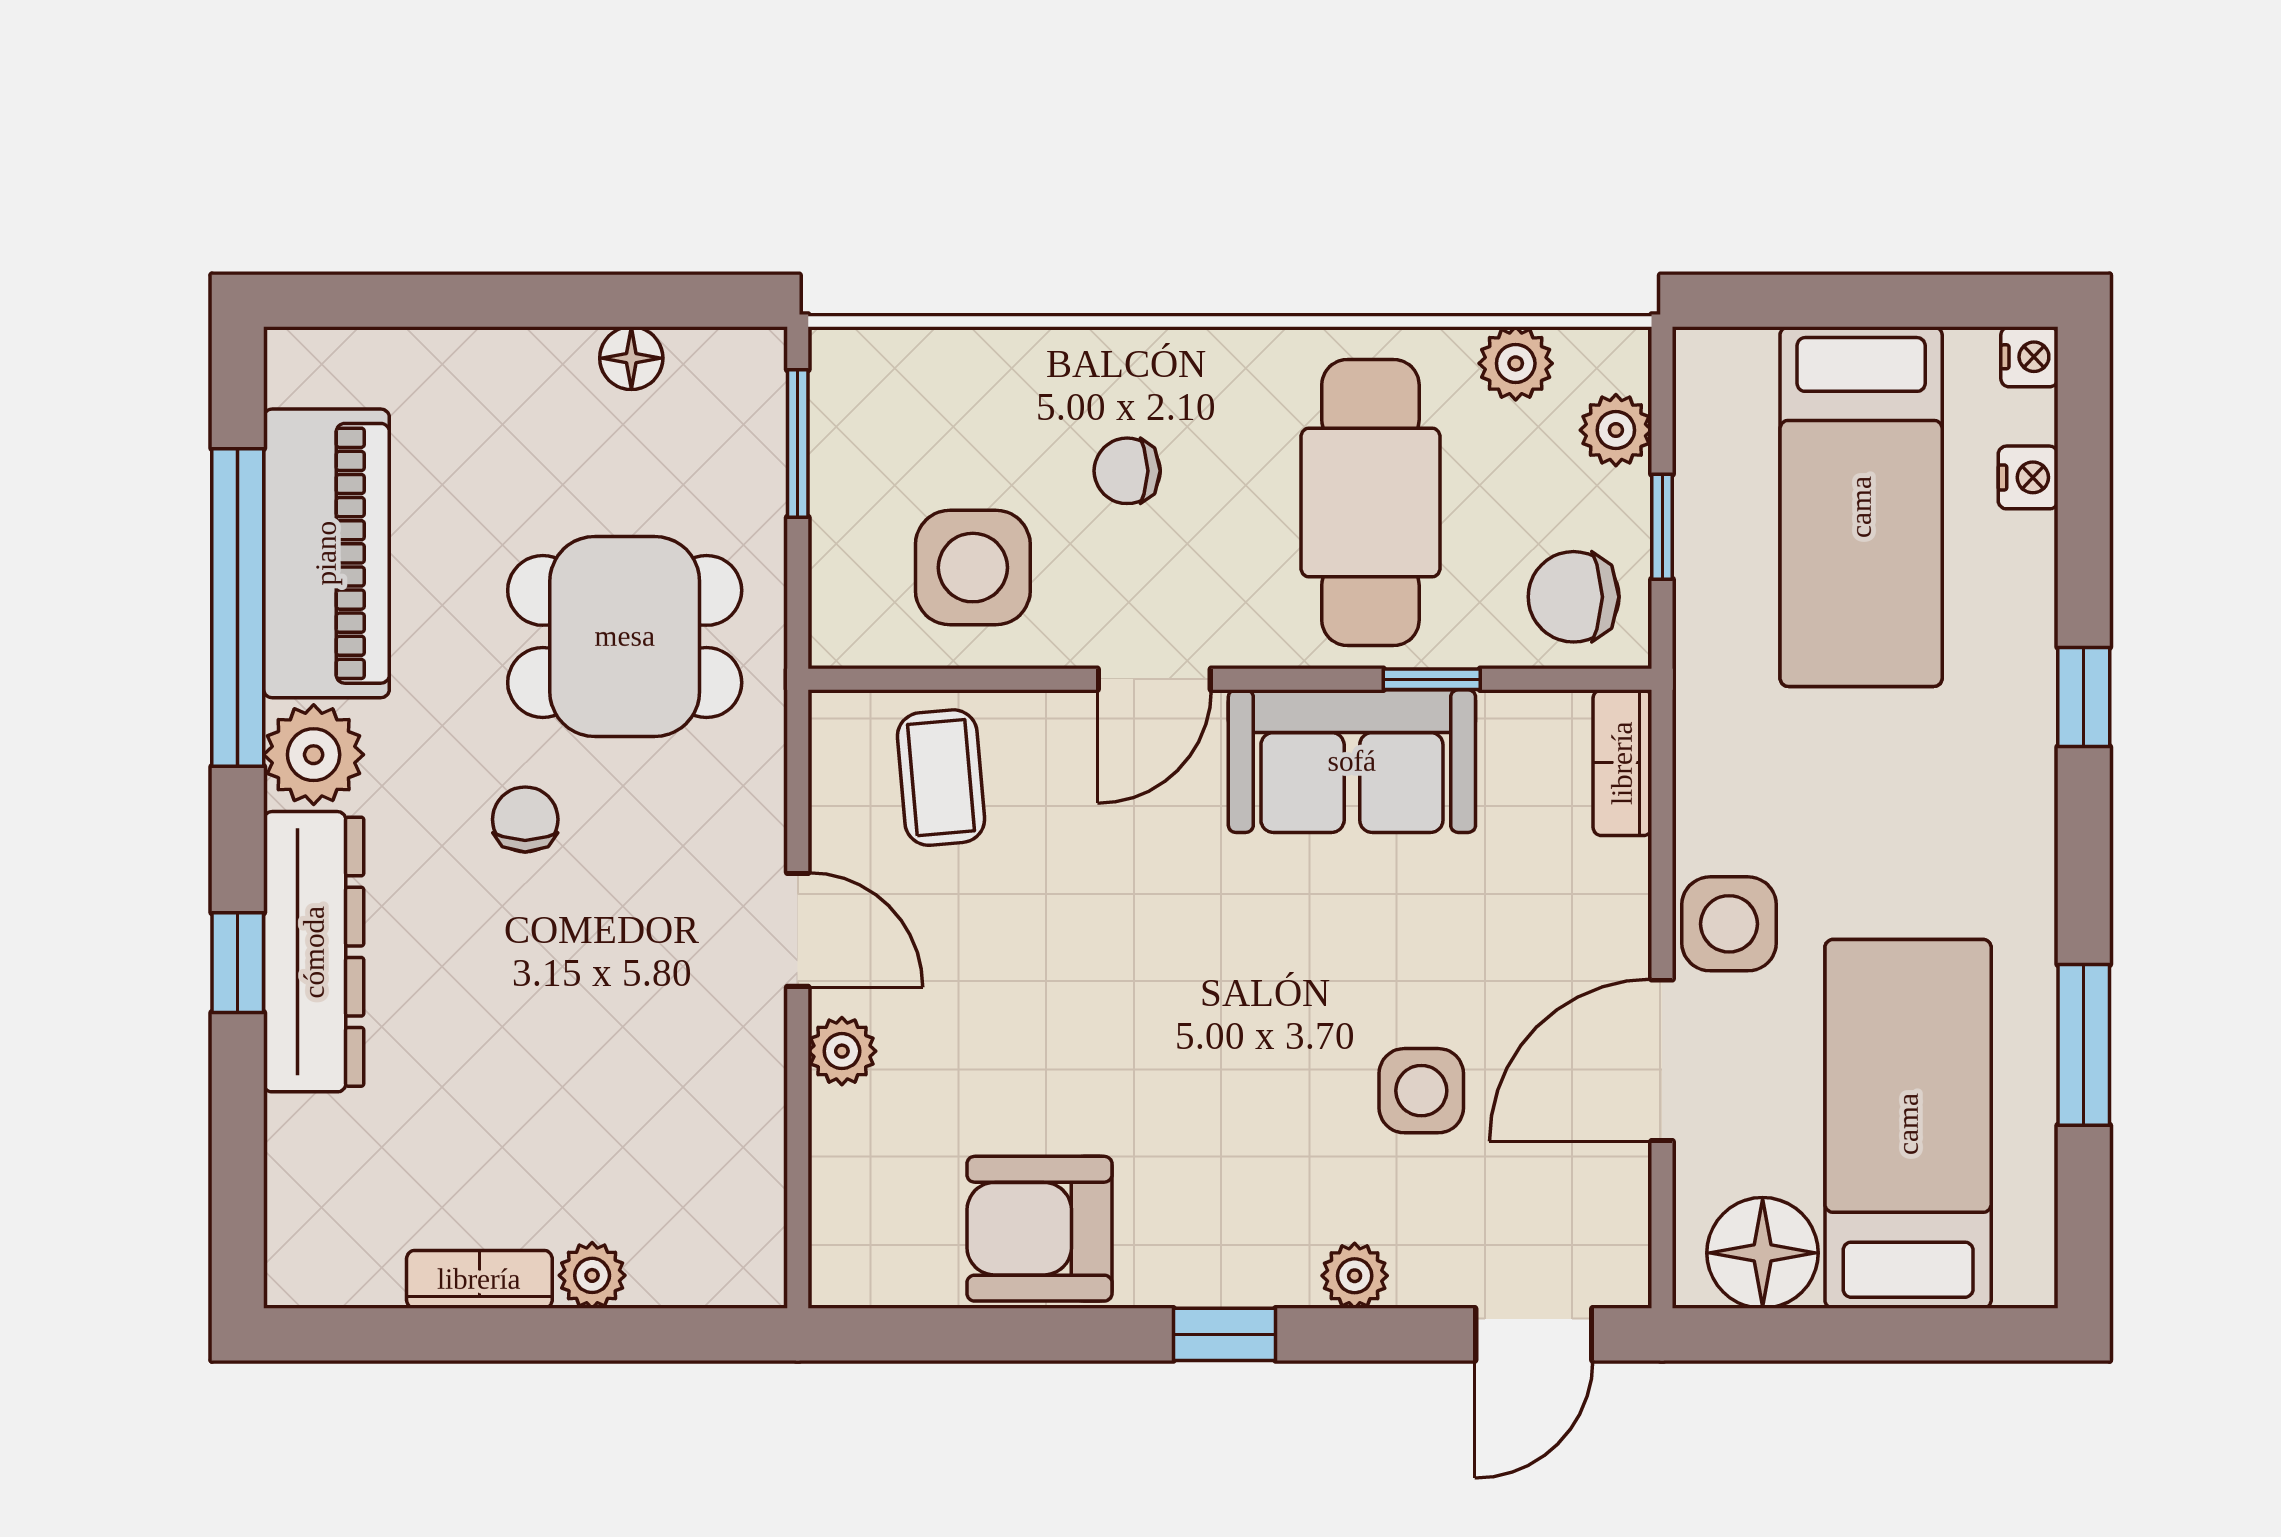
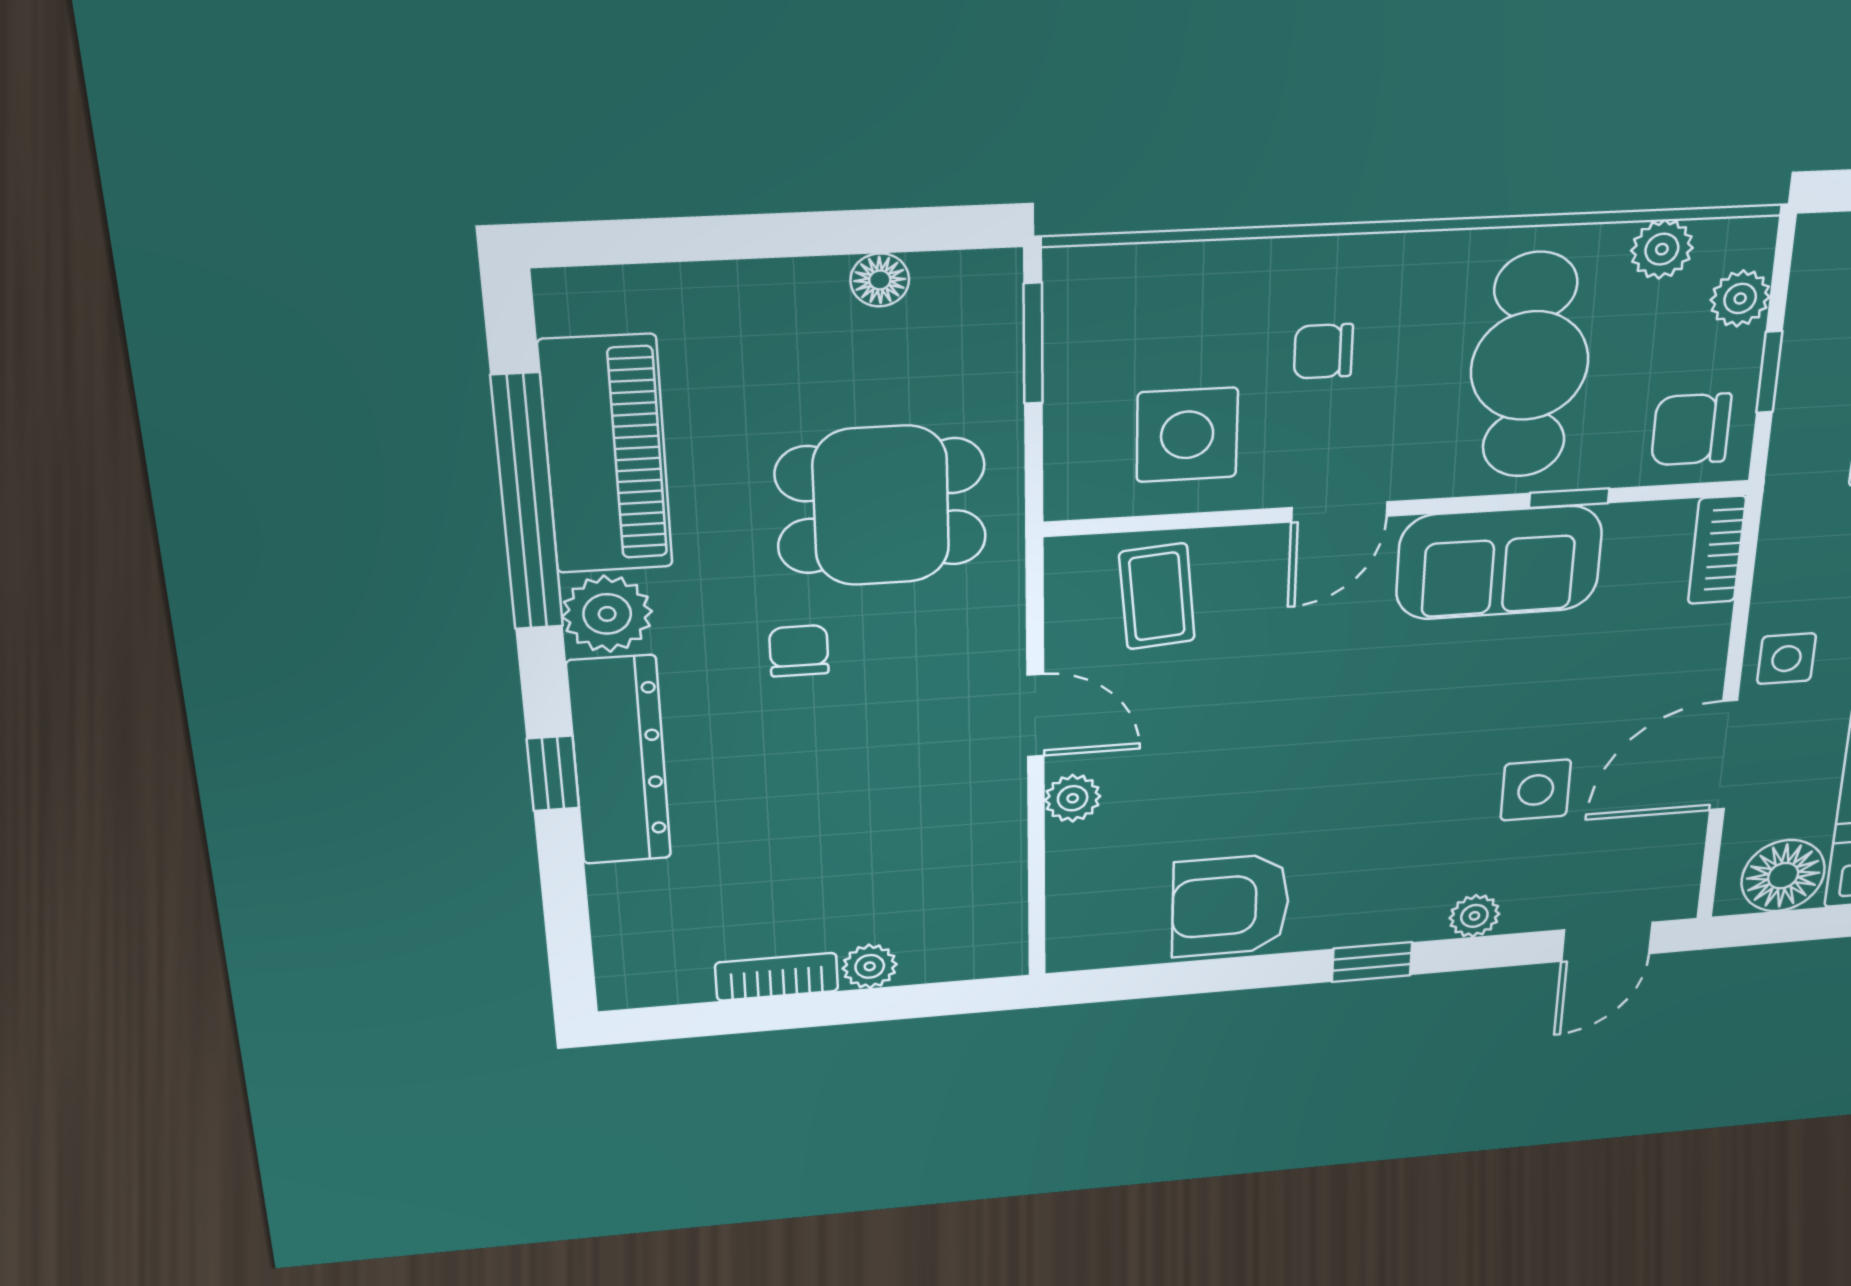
side table: (1729, 924) -> (1787, 659), width x0.73, depth x0.73

